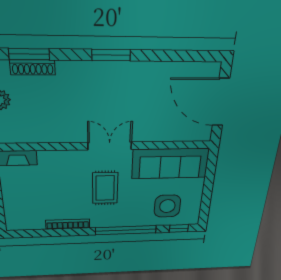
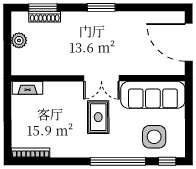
double door: (110, 146) -> (101, 78), swing flipped
bookcase: (68, 224) -> (31, 153), moved

